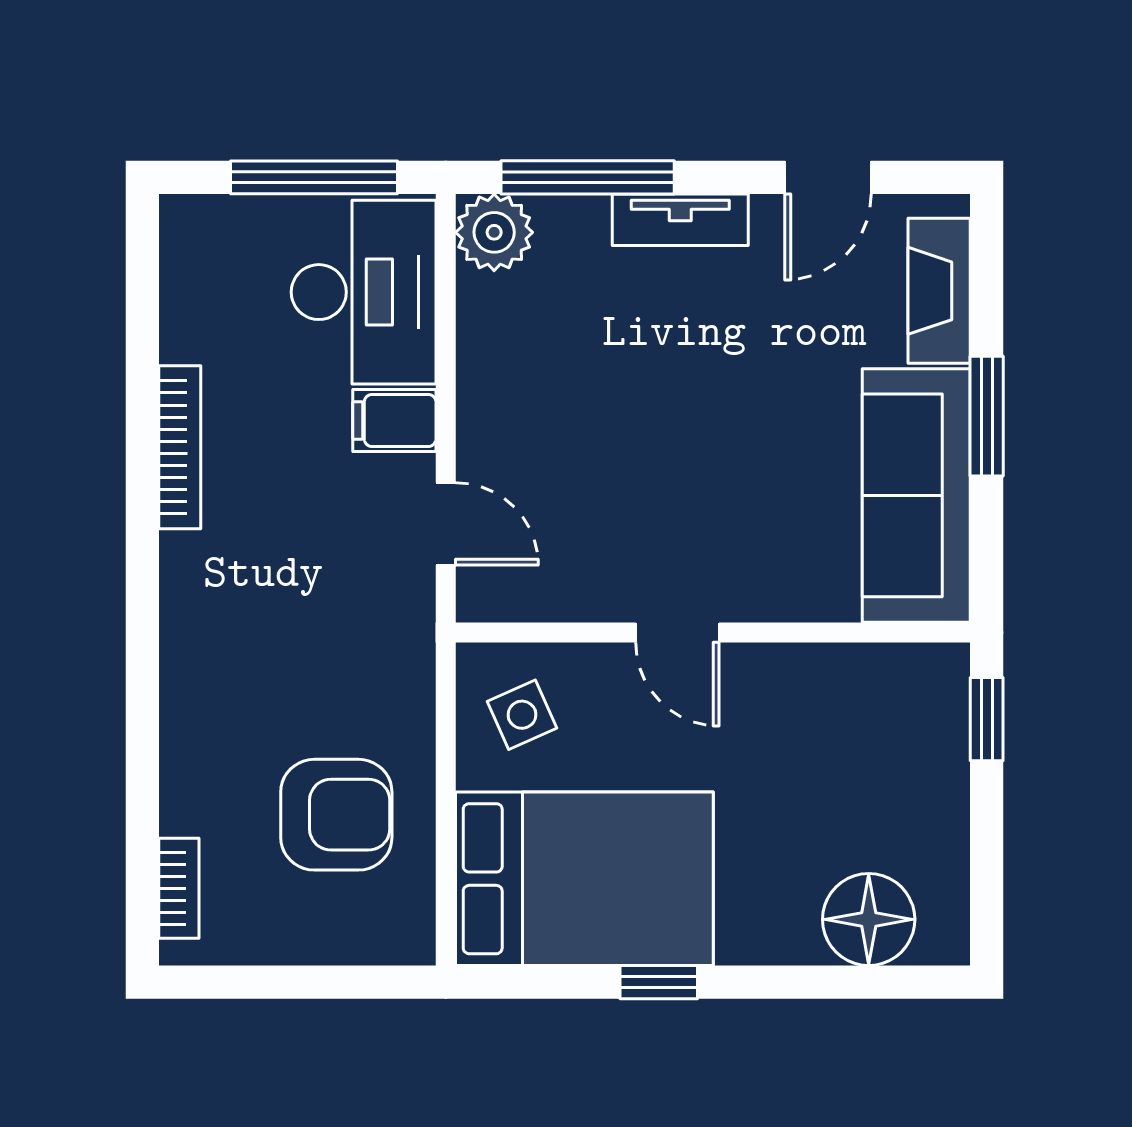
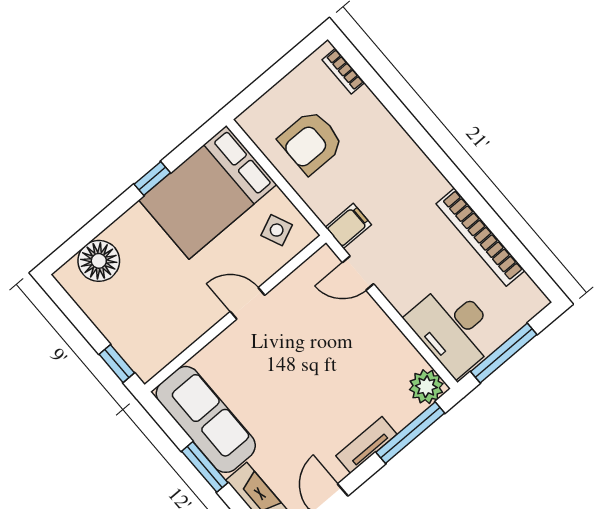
filing cabinet: (394, 420) -> (348, 226), moved
bookcase: (180, 447) -> (480, 237), width x1.48, depth x1.31

